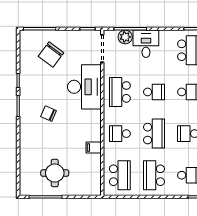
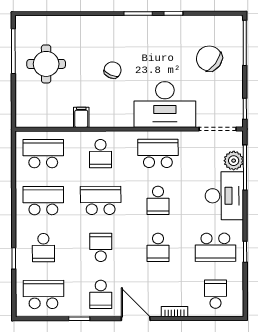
desk: (146, 44) -> (224, 196), width x1.37
chair: (48, 114) -> (113, 70), moved
school desk: (120, 134) -> (101, 154), turned 180
school desk: (154, 134) -> (101, 200), turned 180
school desk: (120, 175) -> (43, 154), turned 180

